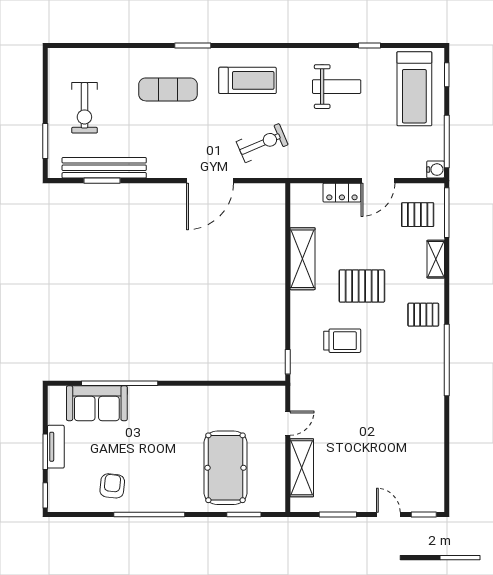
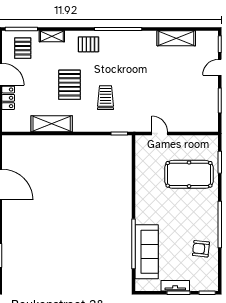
pallet: (423, 315) -> (88, 44), turned 90
sofa: (97, 403) -> (147, 252), width x1.36
shelving: (302, 468) -> (176, 38), moved

